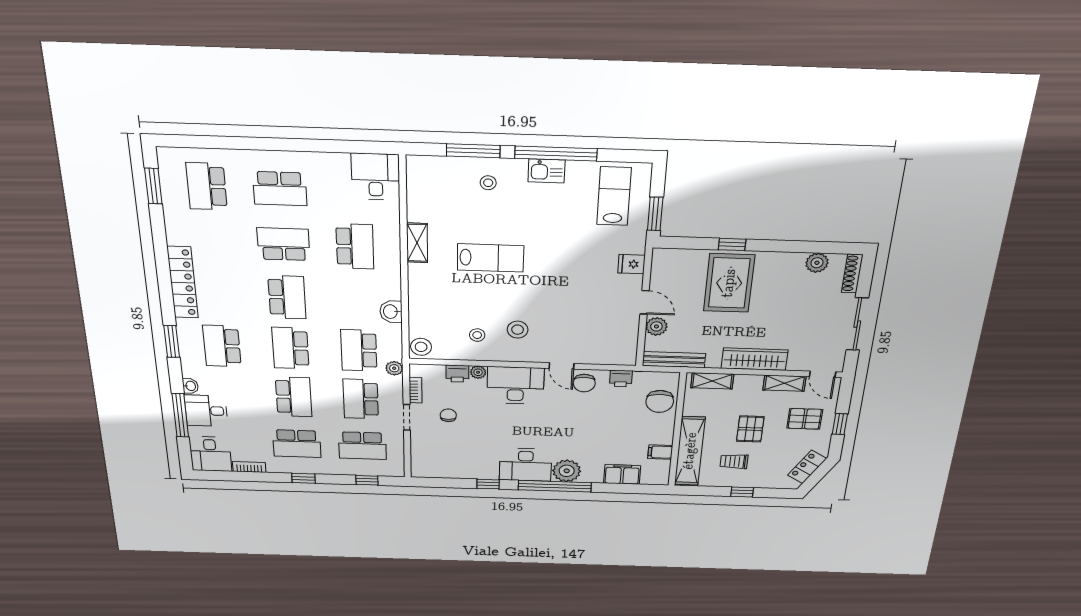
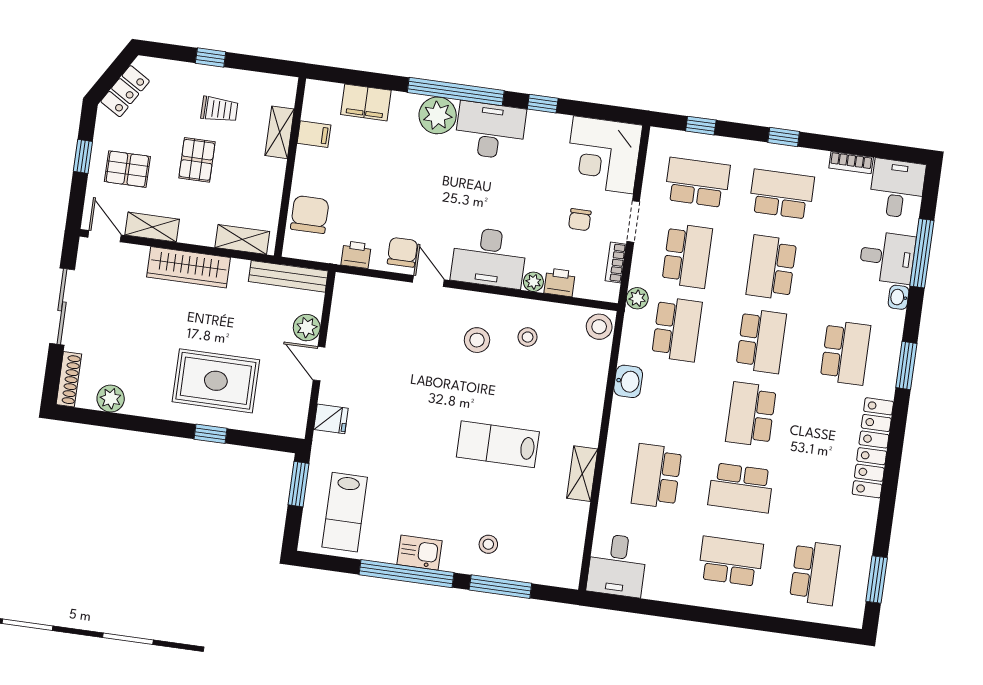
rug: (729, 283) -> (216, 381), turned 90
shelving: (690, 451) -> (280, 132), width x0.45, depth x0.75
corner desk: (437, 457) -> (603, 155), added

